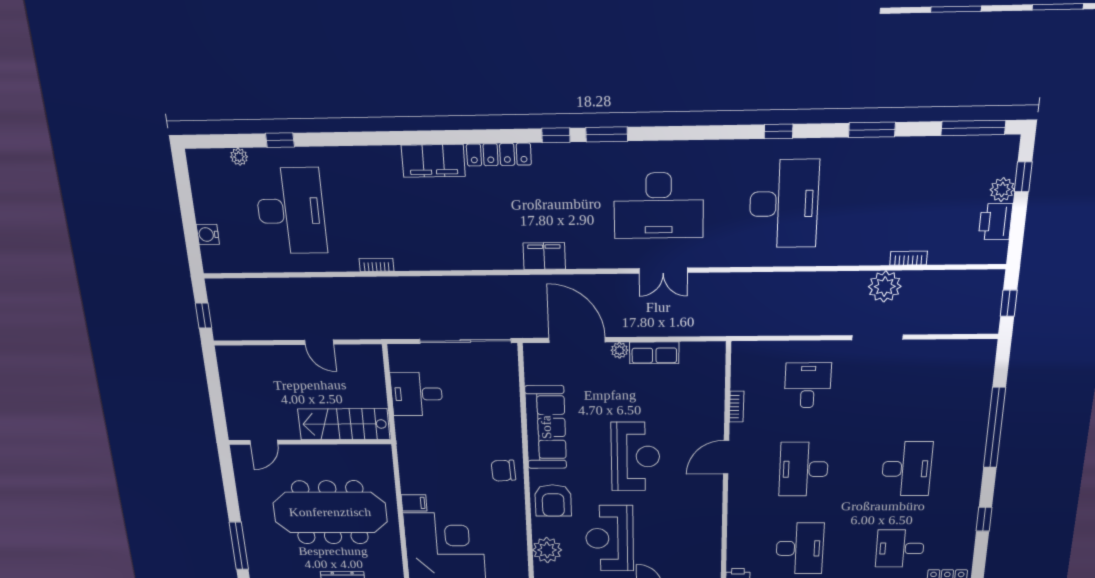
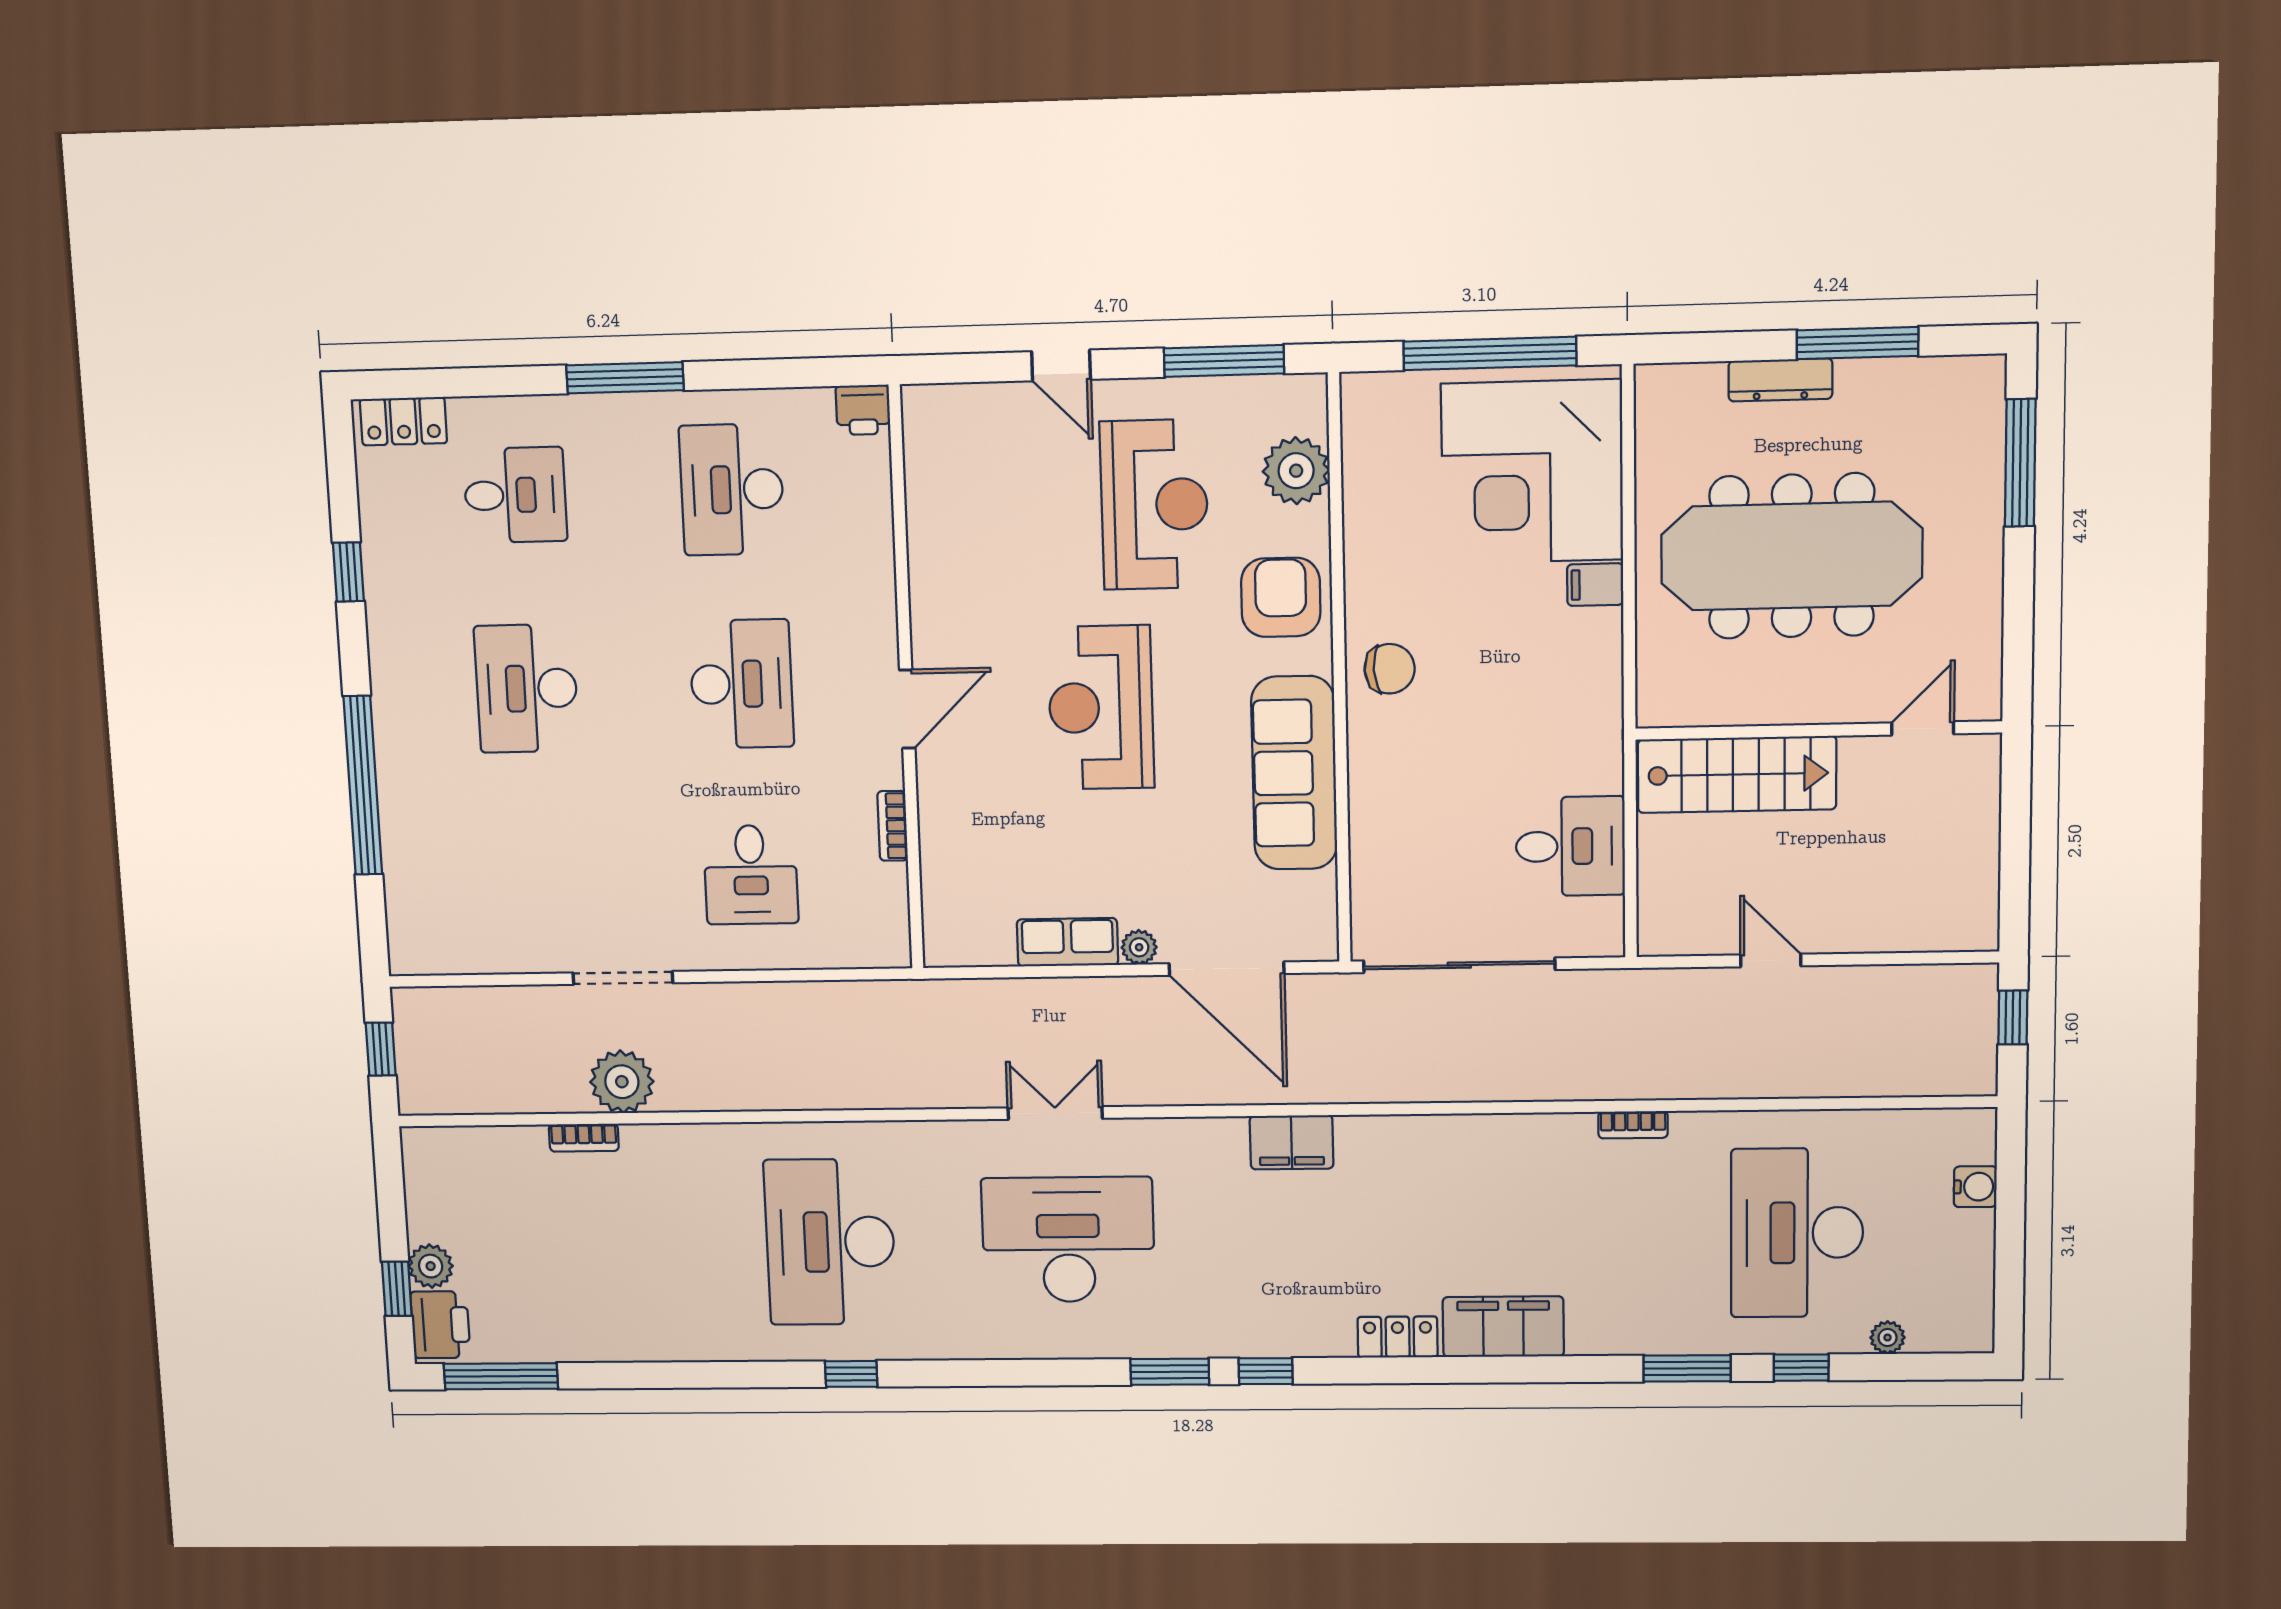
window: (872, 130) -> (1687, 1368), moved
locker: (499, 155) -> (1398, 1337), width x0.66
printer: (995, 222) -> (440, 1325), moved

